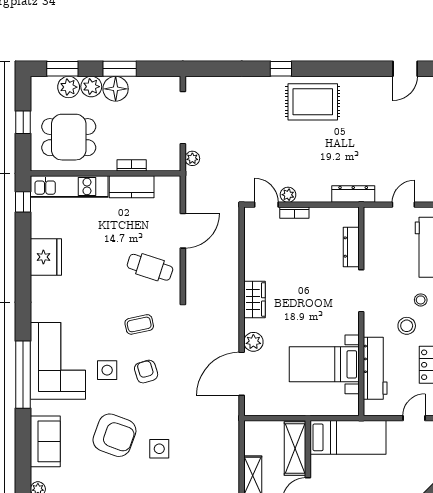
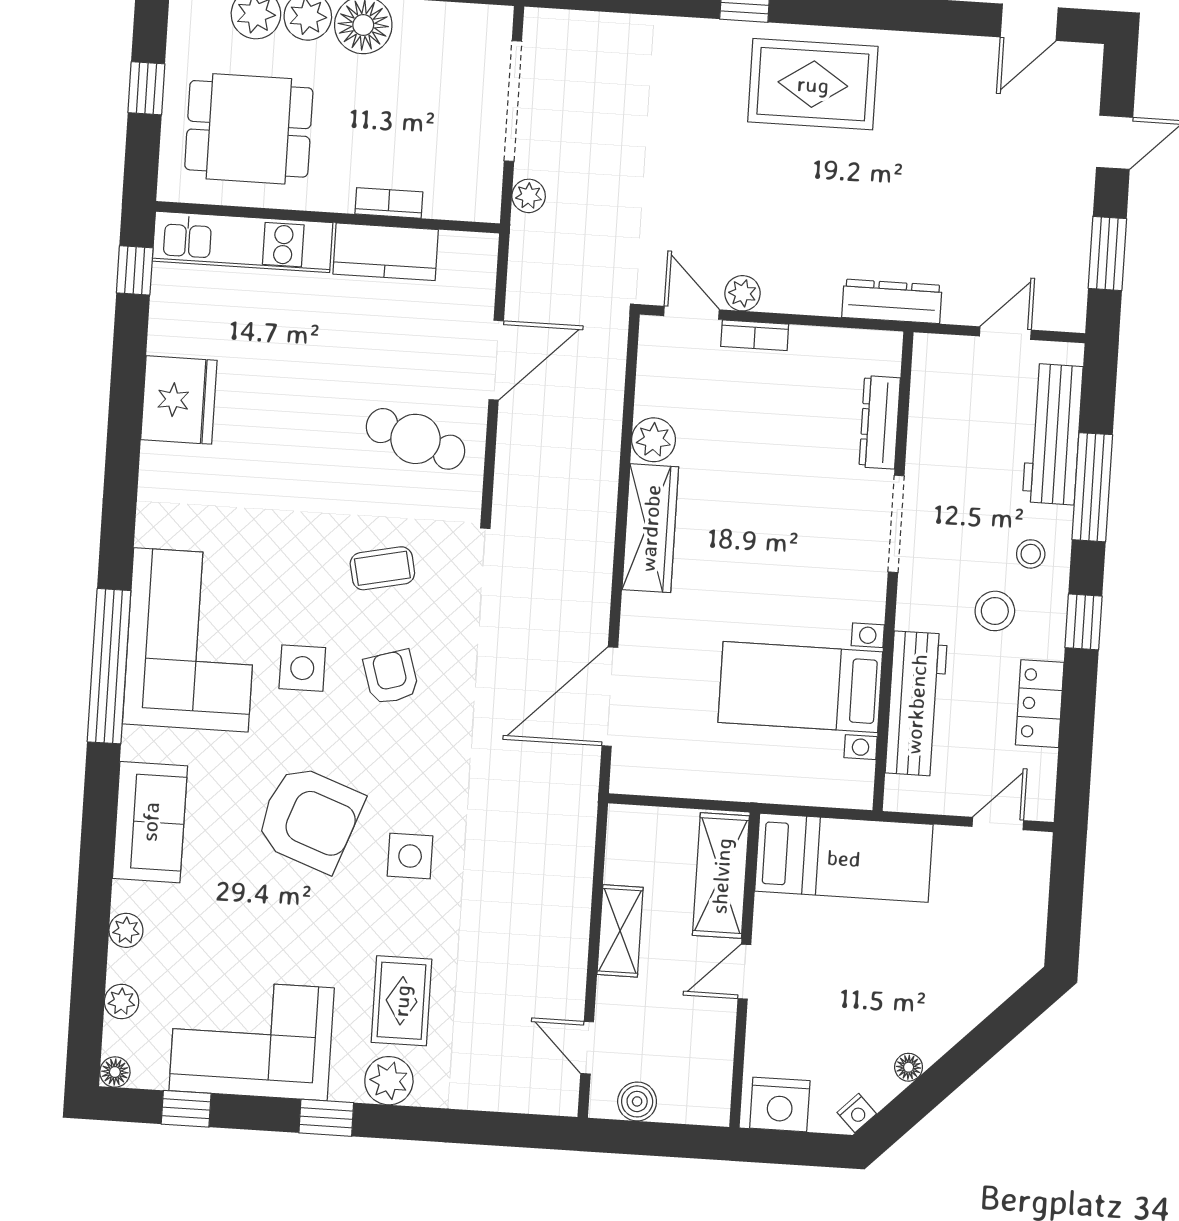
wardrobe: (255, 299) -> (650, 528), width x1.50
plant: (253, 342) -> (654, 440), moved

